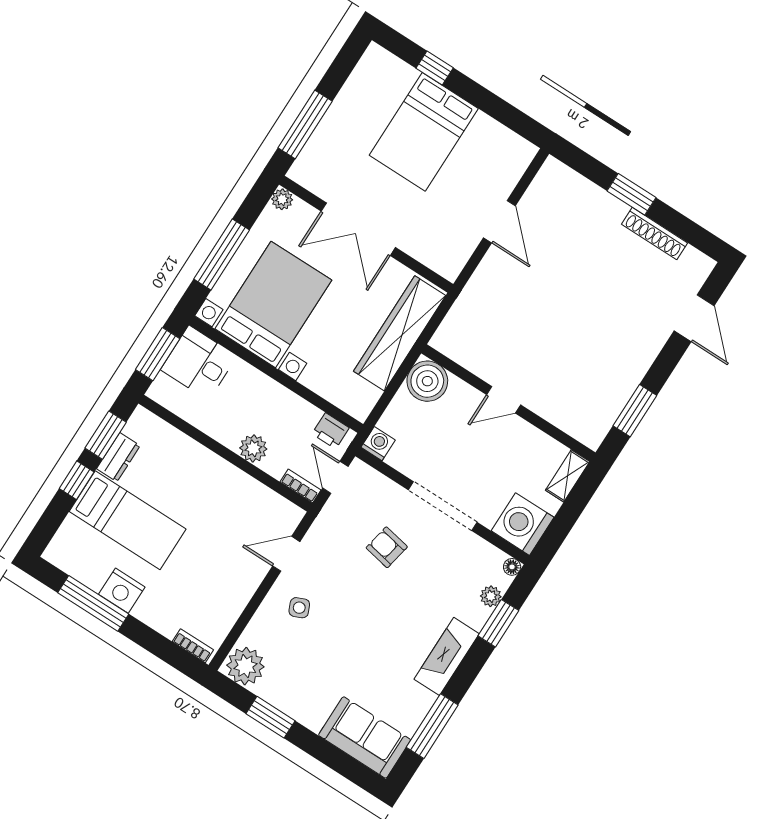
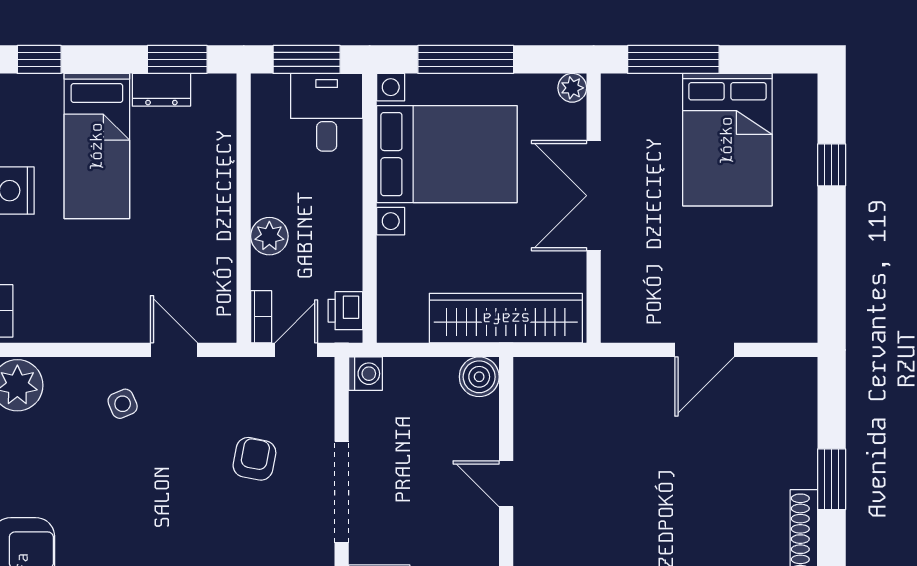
bed: (424, 132) -> (727, 140), moved, turned -90
boiler: (427, 381) -> (479, 377), width x0.73, depth x0.73
window: (77, 480) -> (39, 59), moved

